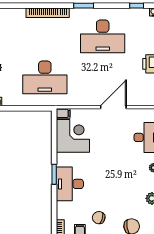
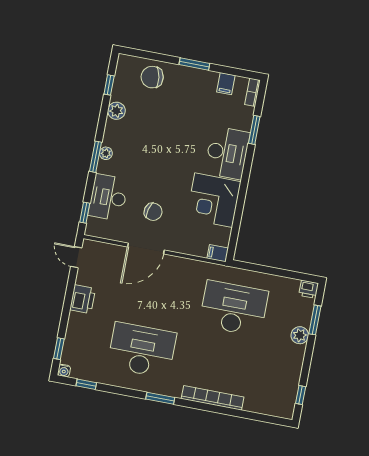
corner desk: (73, 136) -> (214, 200), moved
window: (54, 174) -> (254, 130), moved
chair: (99, 218) -> (153, 212), moved

